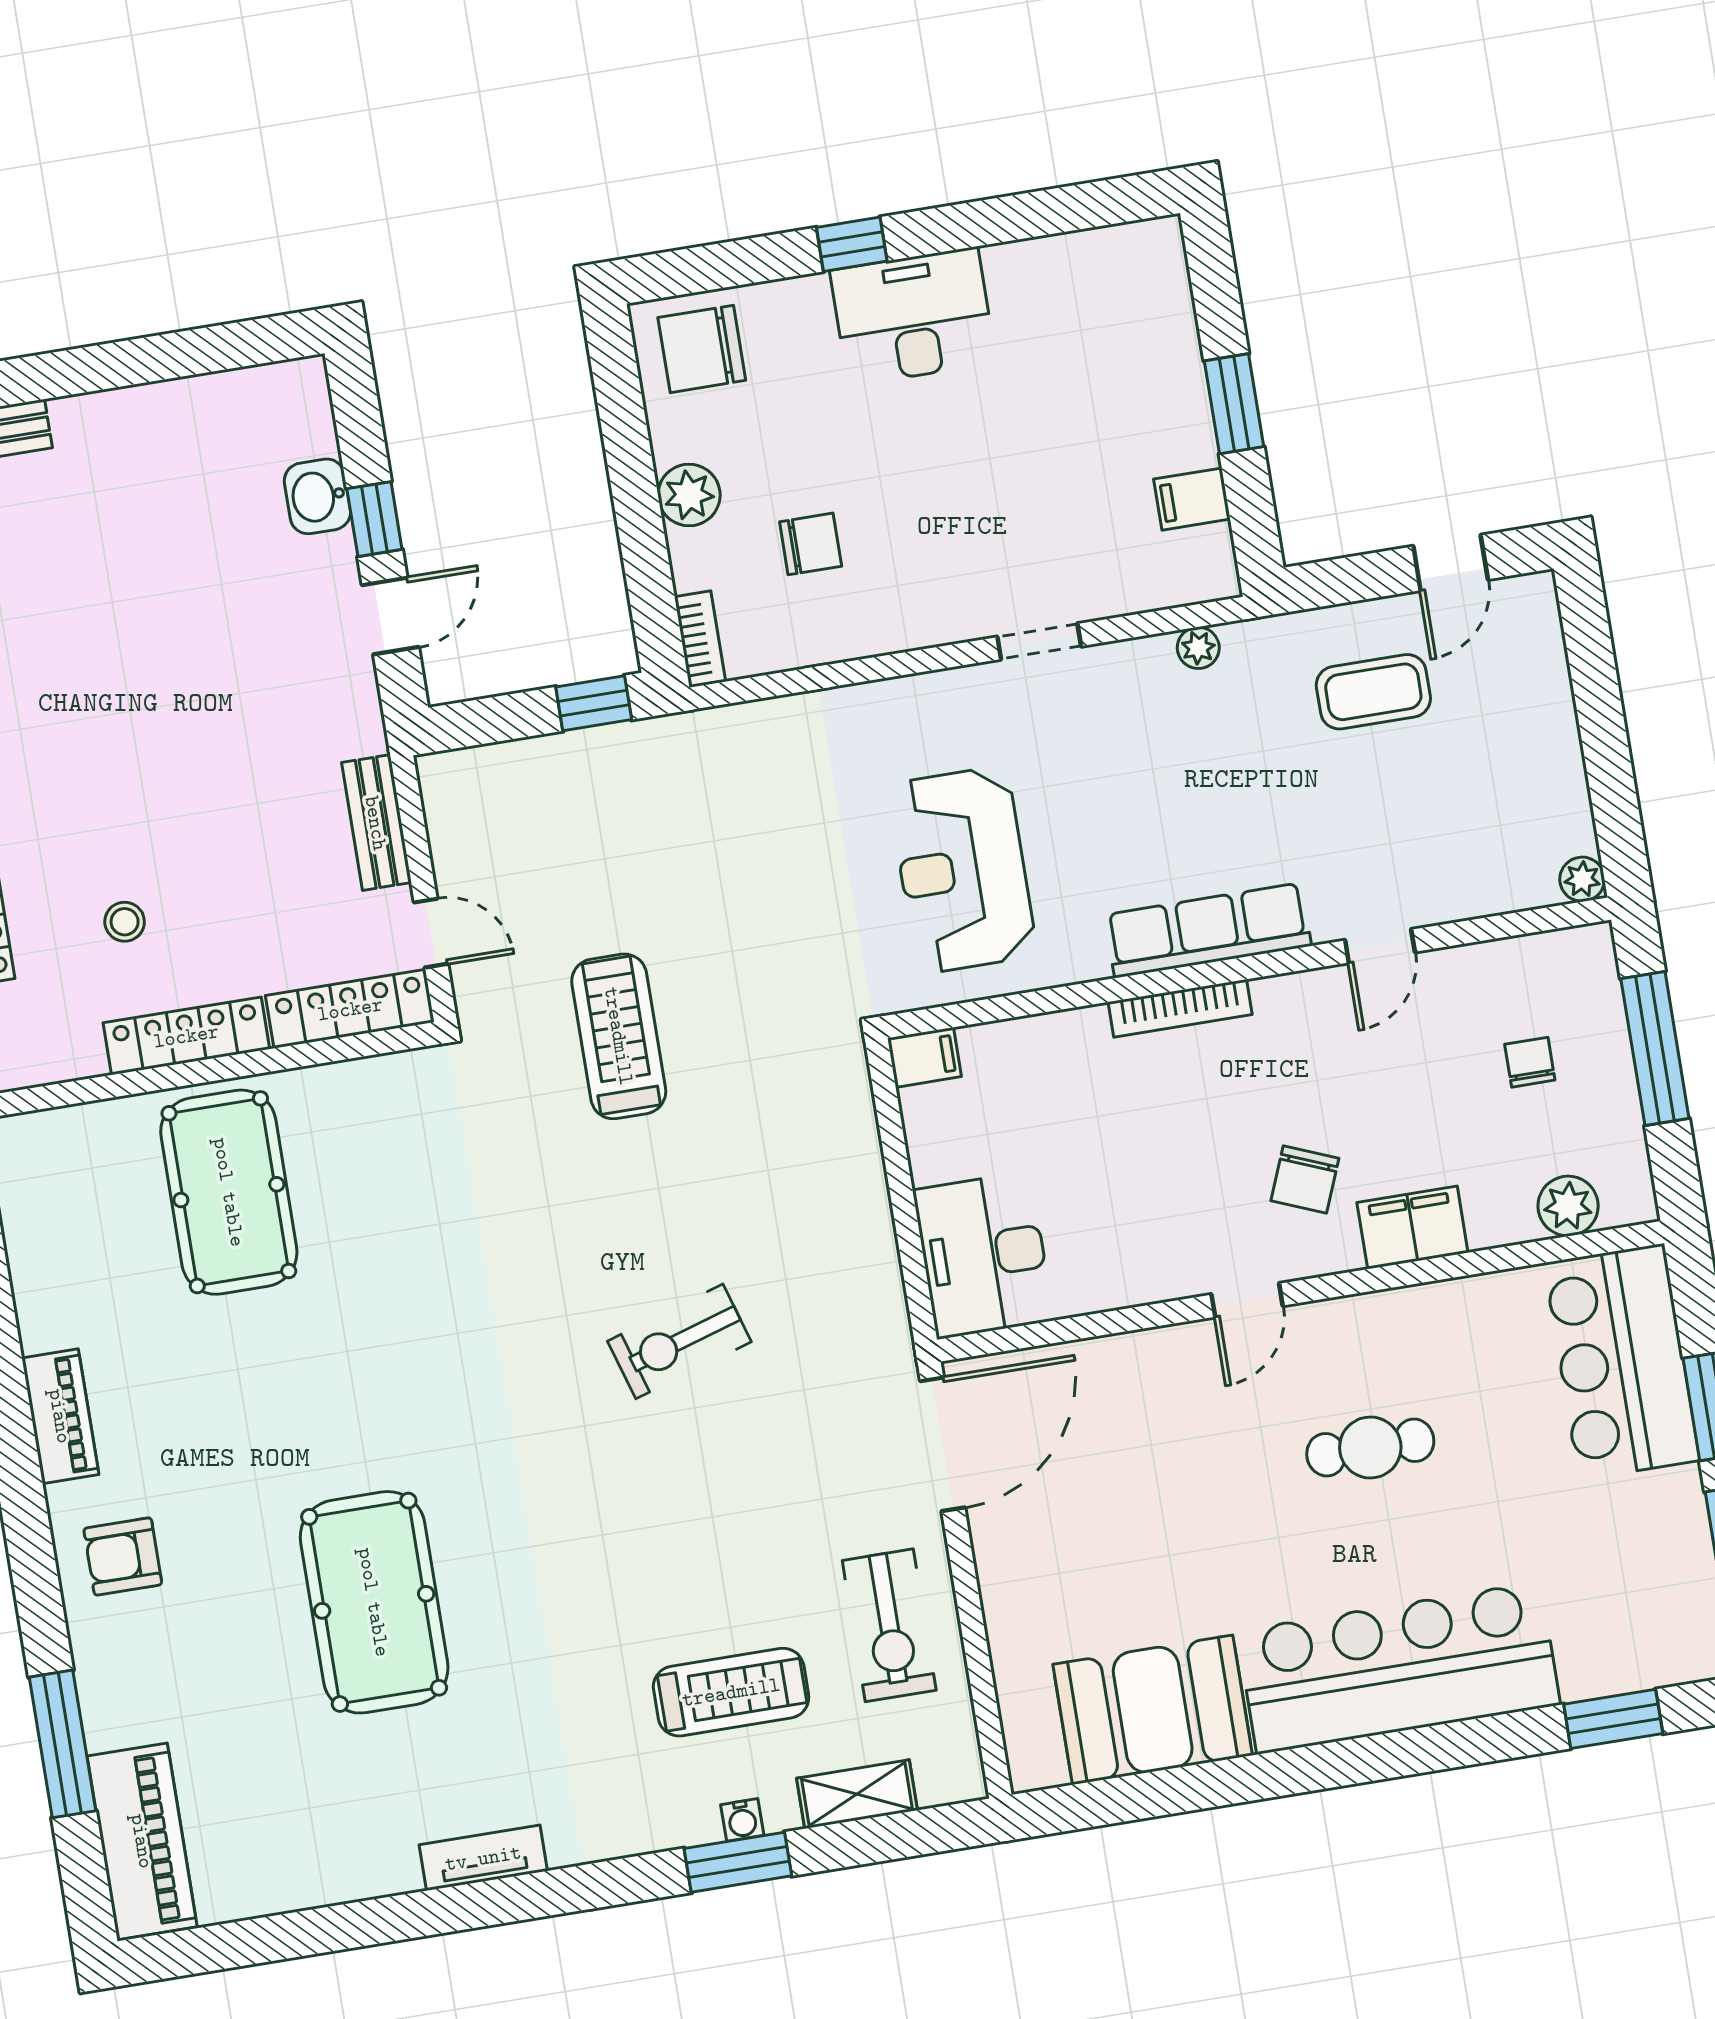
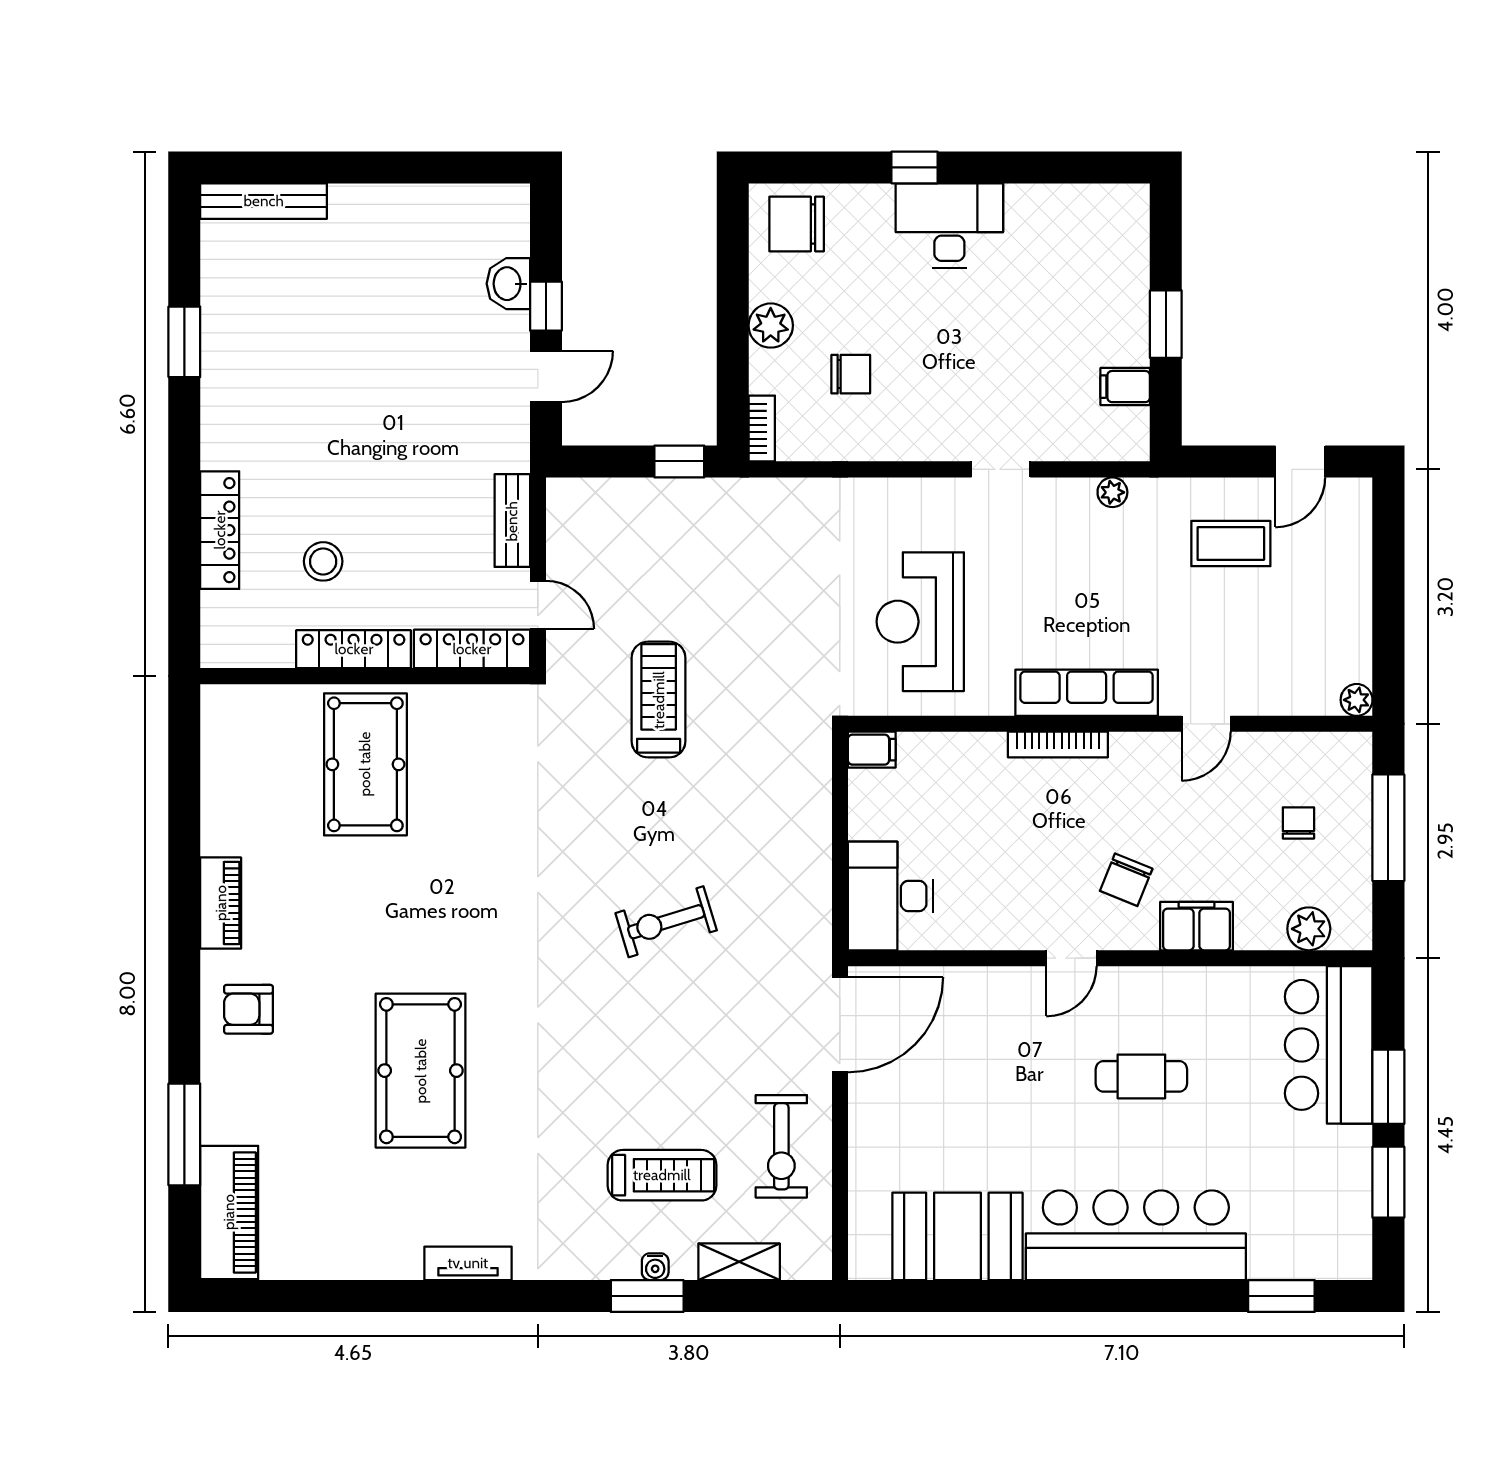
stool: (125, 922) -> (323, 561), width x1.37, depth x1.37

